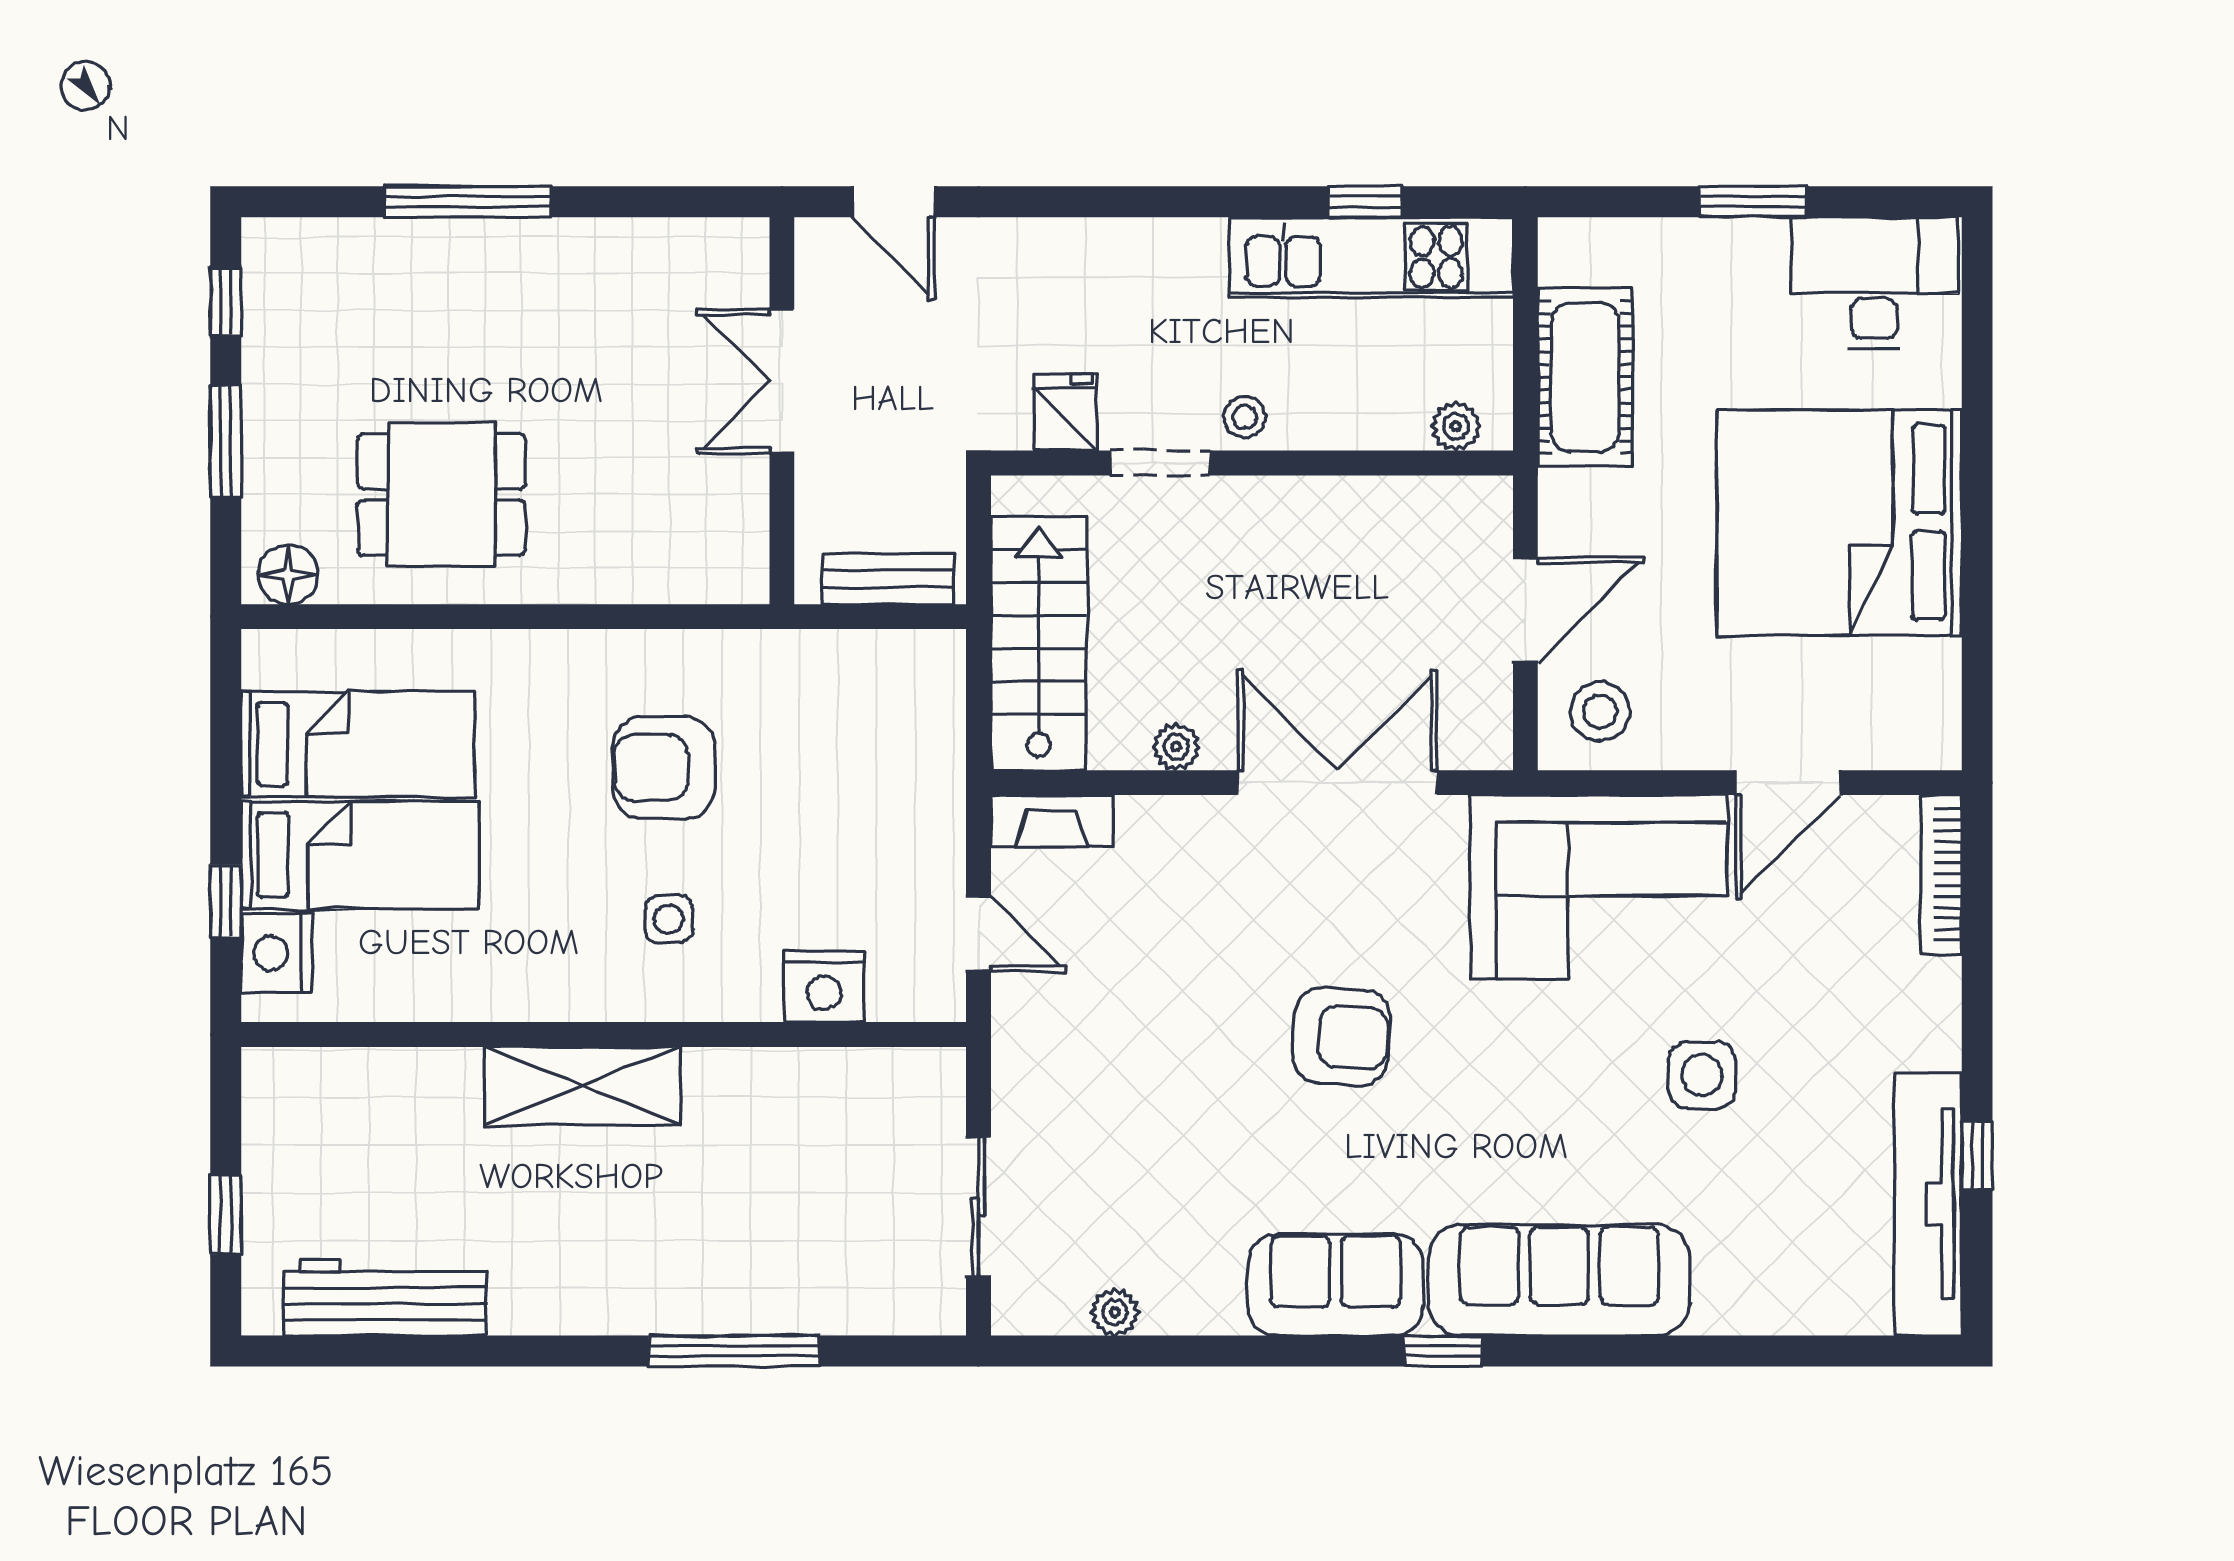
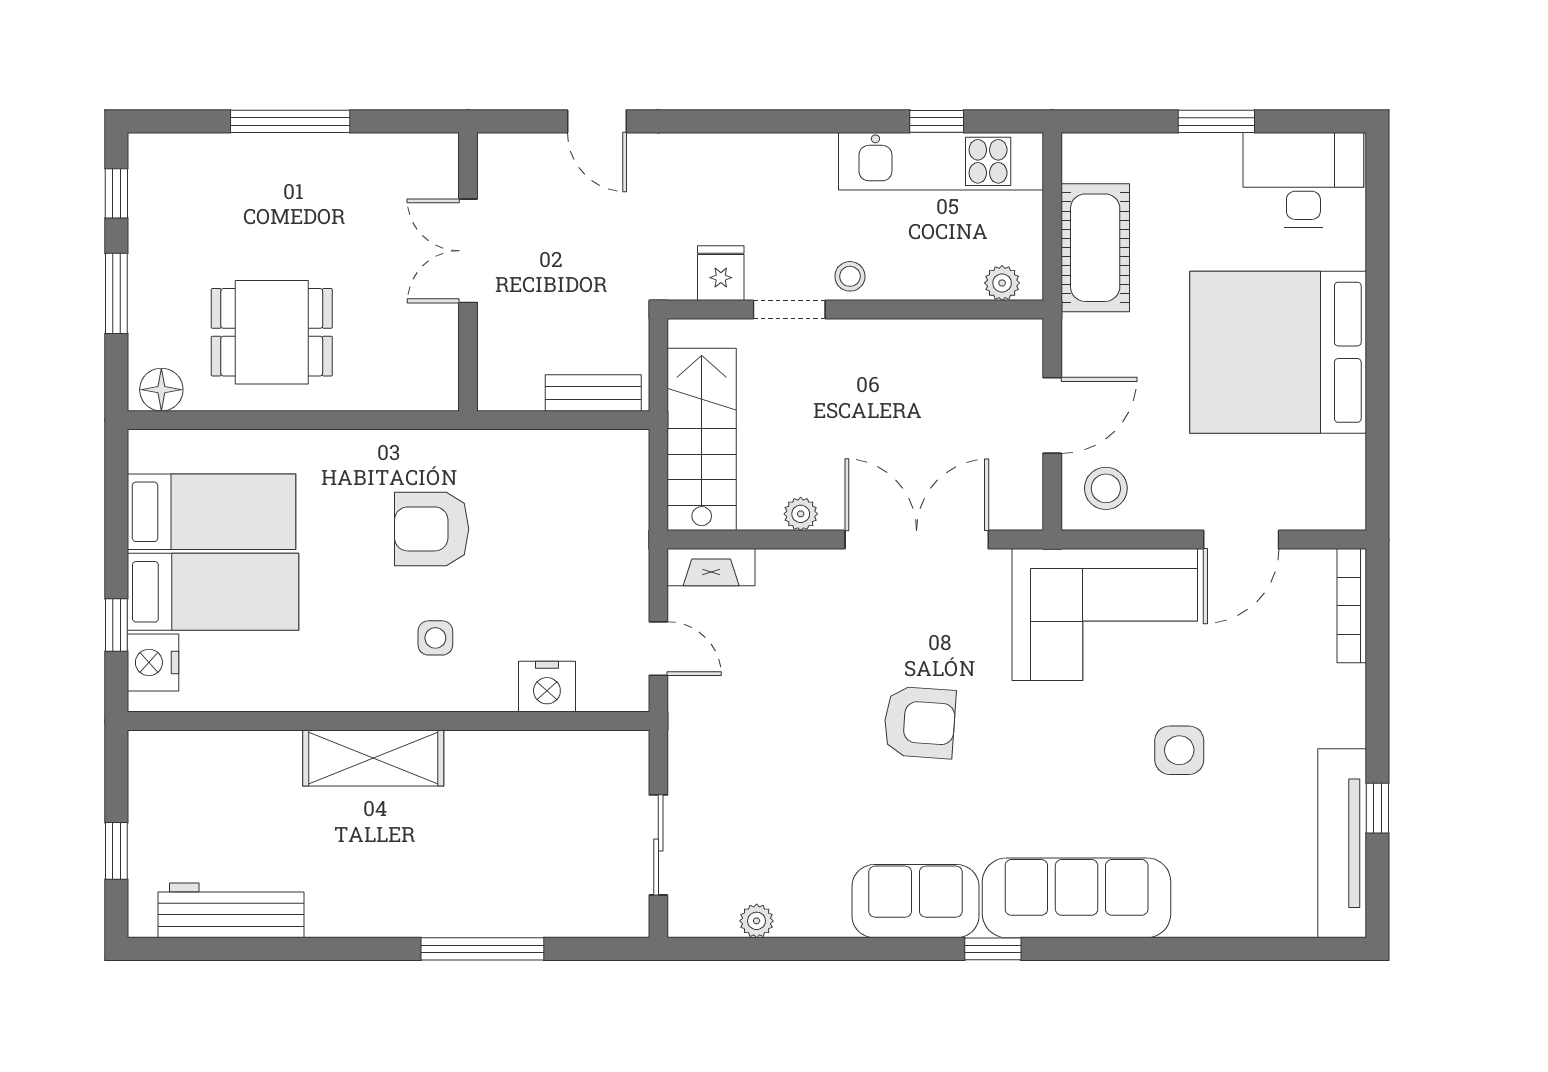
double door: (782, 382) -> (468, 251), moved
wall: (782, 411) -> (468, 272), moved

